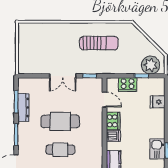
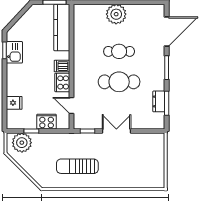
dresser: (23, 107) -> (159, 101), width x0.70

